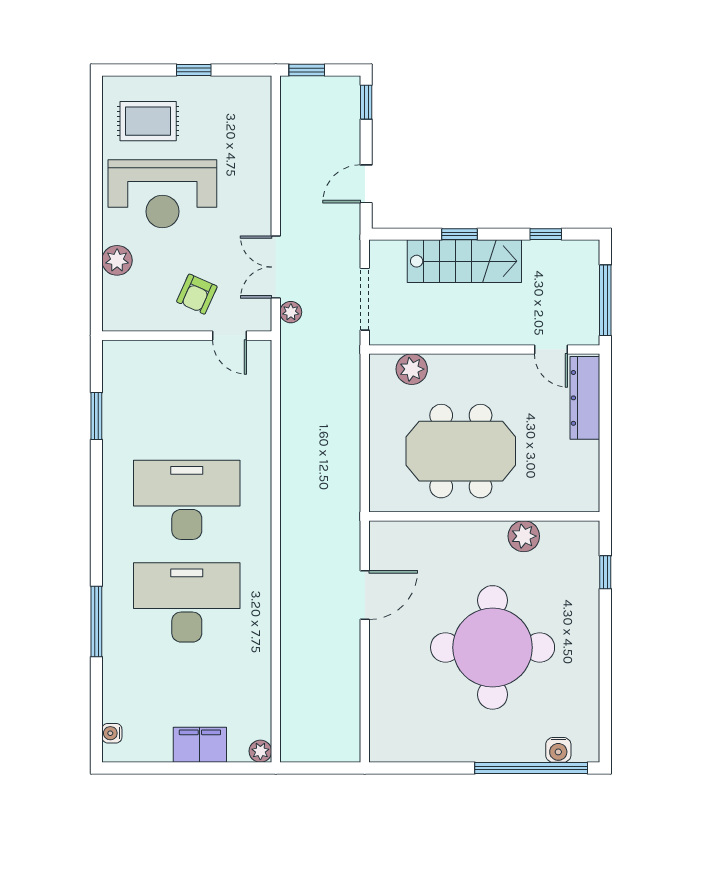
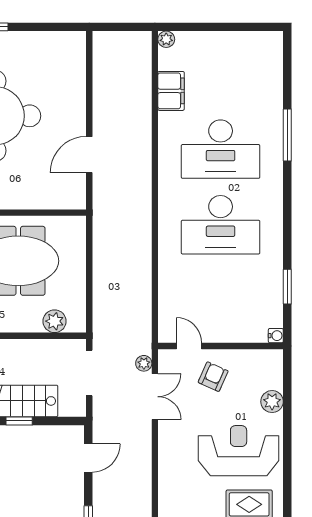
water cooler: (112, 733) -> (276, 336), moved
filing cabinet: (200, 745) -> (171, 91), moved, turned -90

